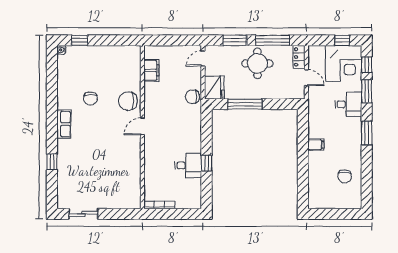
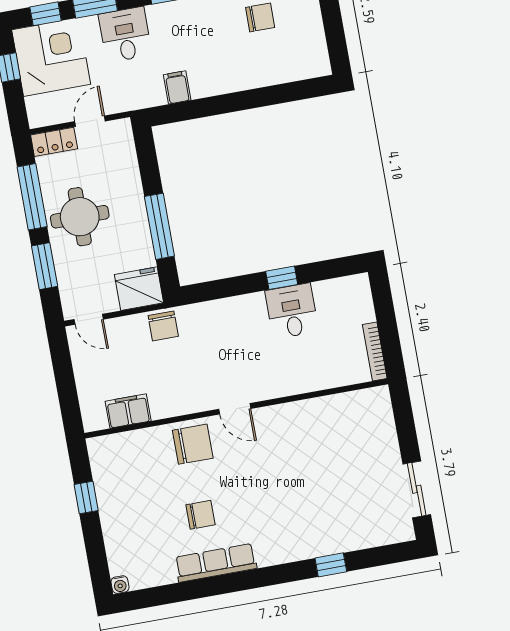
window: (80, 40) -> (86, 497), moved
chair: (128, 101) -> (193, 444), turned -90
row of seats: (64, 124) -> (216, 563), moved, width x1.48
filing cabinet: (316, 145) -> (177, 87), moved

